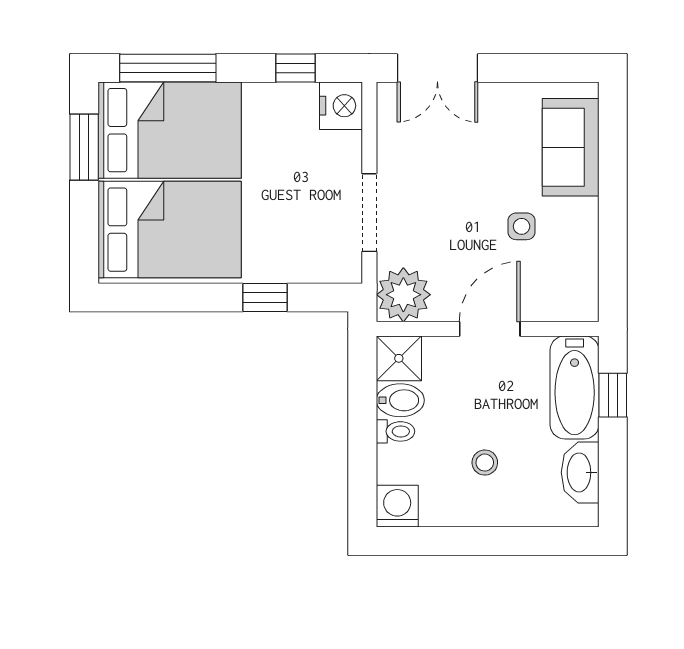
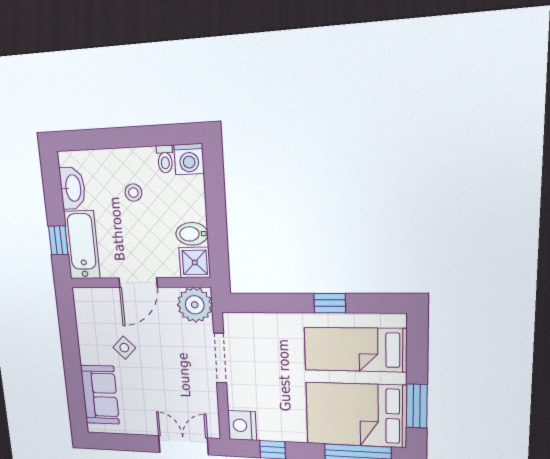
side table: (522, 226) -> (124, 348), turned 45
bed: (170, 230) -> (355, 350), width x0.67
window: (265, 298) -> (330, 303), moved
toilet: (395, 431) -> (165, 159), moved, turned -90

